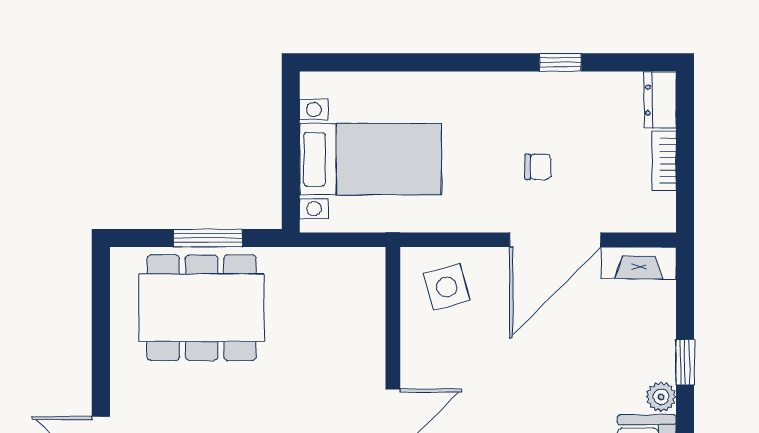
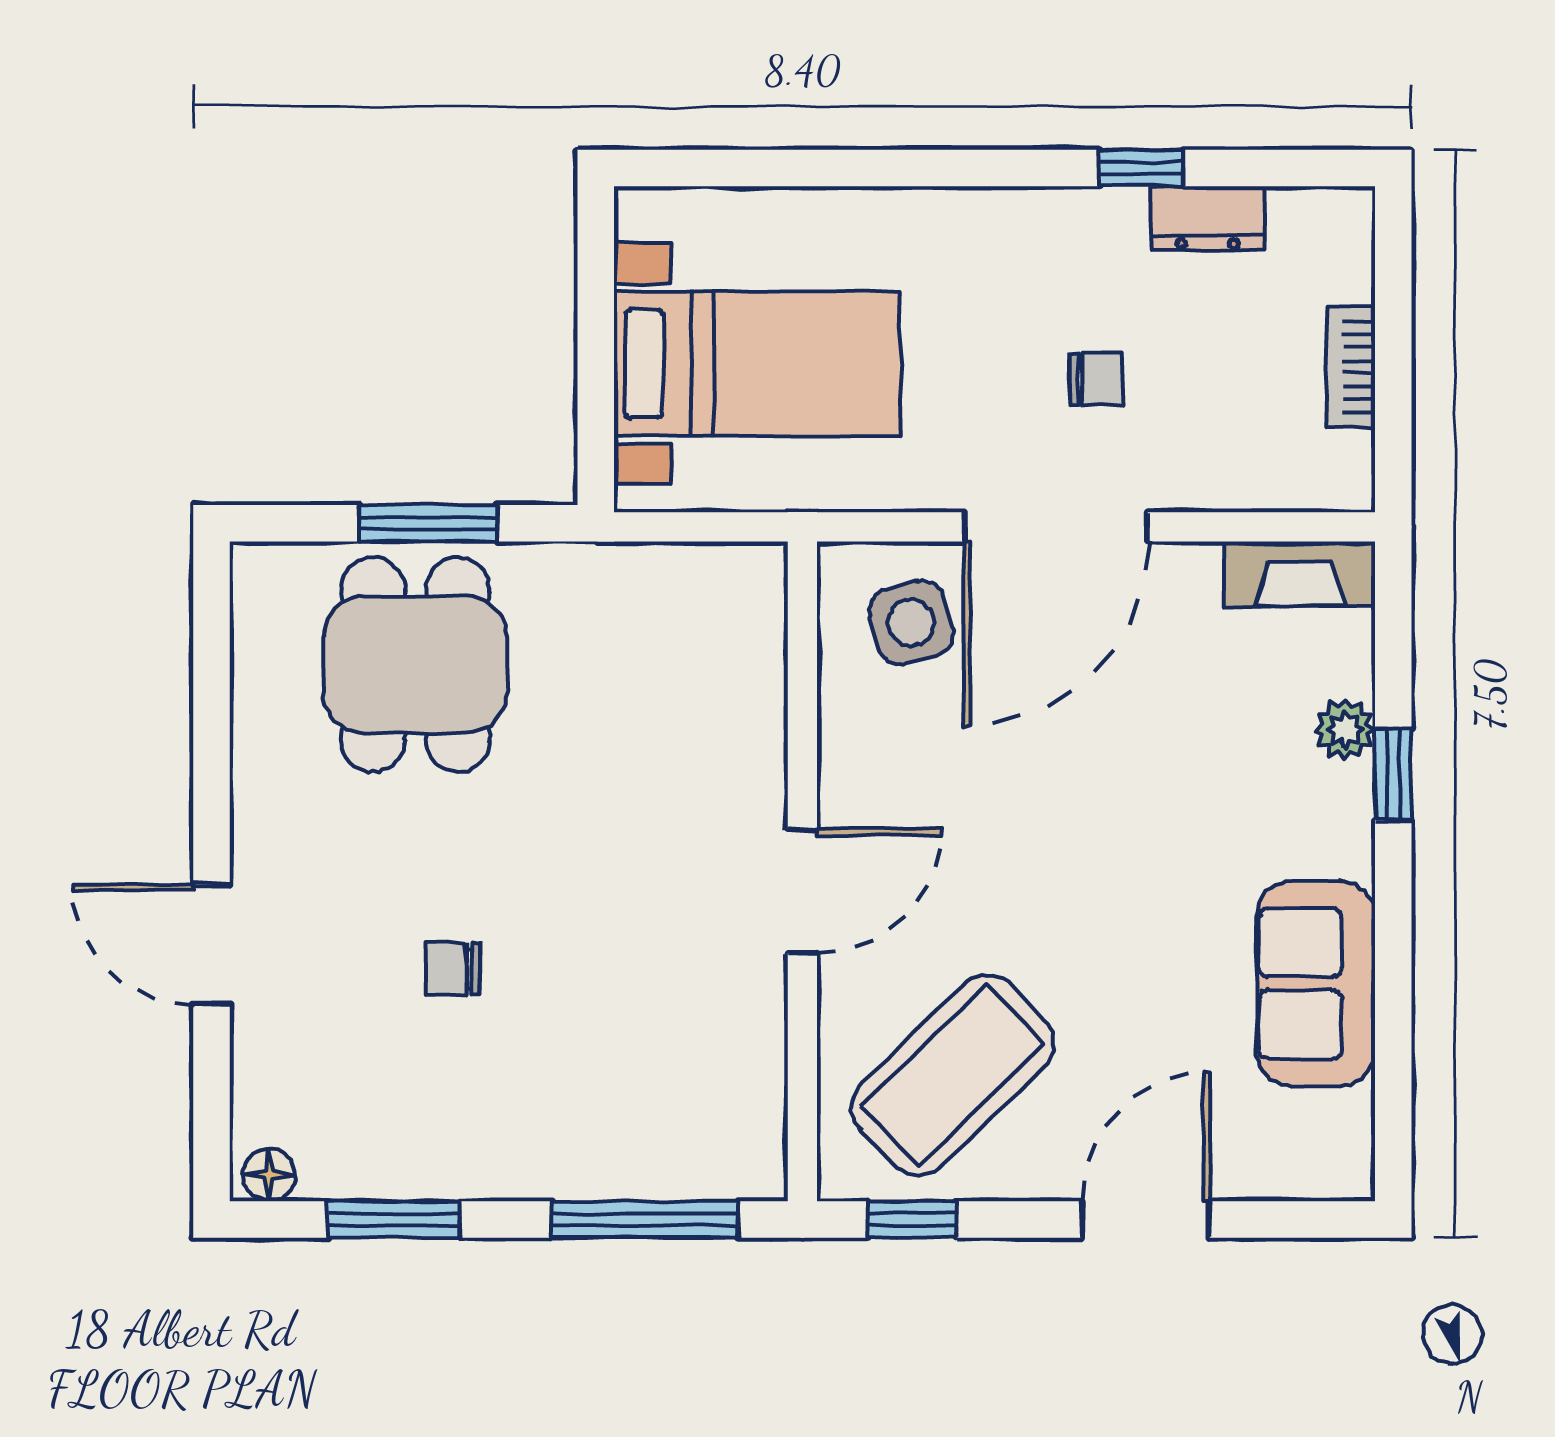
dresser: (660, 100) -> (1208, 218), moved, turned -90
door: (555, 240) -> (1056, 527), moved
dining table: (202, 308) -> (415, 664), width x0.73
plant: (661, 397) -> (1345, 729), moved

